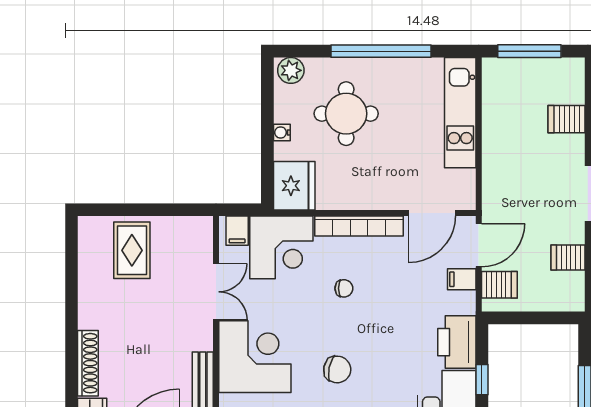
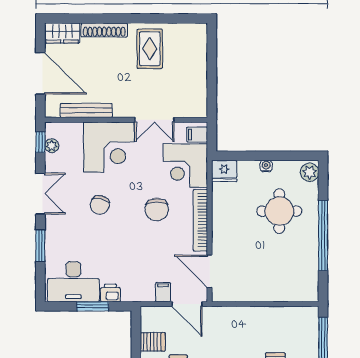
kitchen unit: (460, 113) -> (280, 291), removed
fridge: (294, 186) -> (224, 171), width x0.73, depth x0.75
rug: (132, 250) -> (150, 49), moved, turned 90
server rack: (499, 285) -> (153, 342), moved, turned -90
chair: (344, 288) -> (157, 209), width x1.87, depth x1.87
printer: (457, 342) -> (110, 293), width x0.53, depth x0.68
window: (482, 380) -> (93, 306), width x1.50

